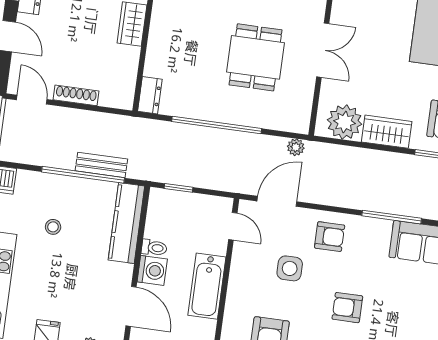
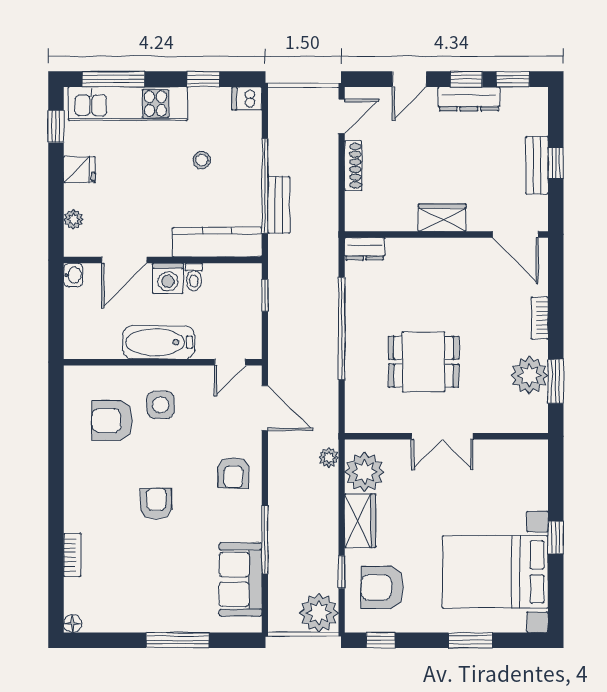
plant: (296, 147) -> (329, 458), moved
side table: (290, 268) -> (160, 405), moved

